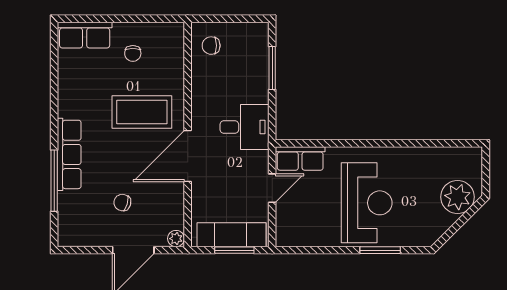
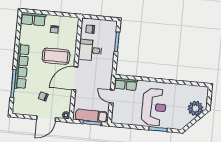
desk: (244, 127) -> (90, 50), moved, turned 180
row of seats: (69, 154) -> (22, 66), width x1.36
door: (272, 188) -> (112, 96), swing flipped

